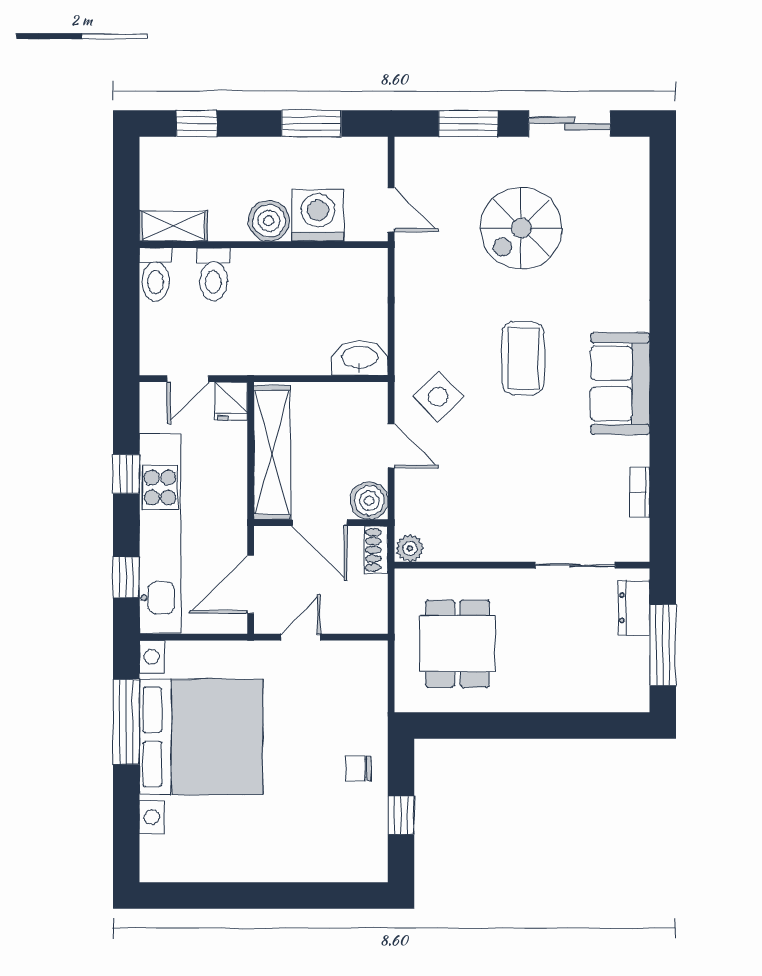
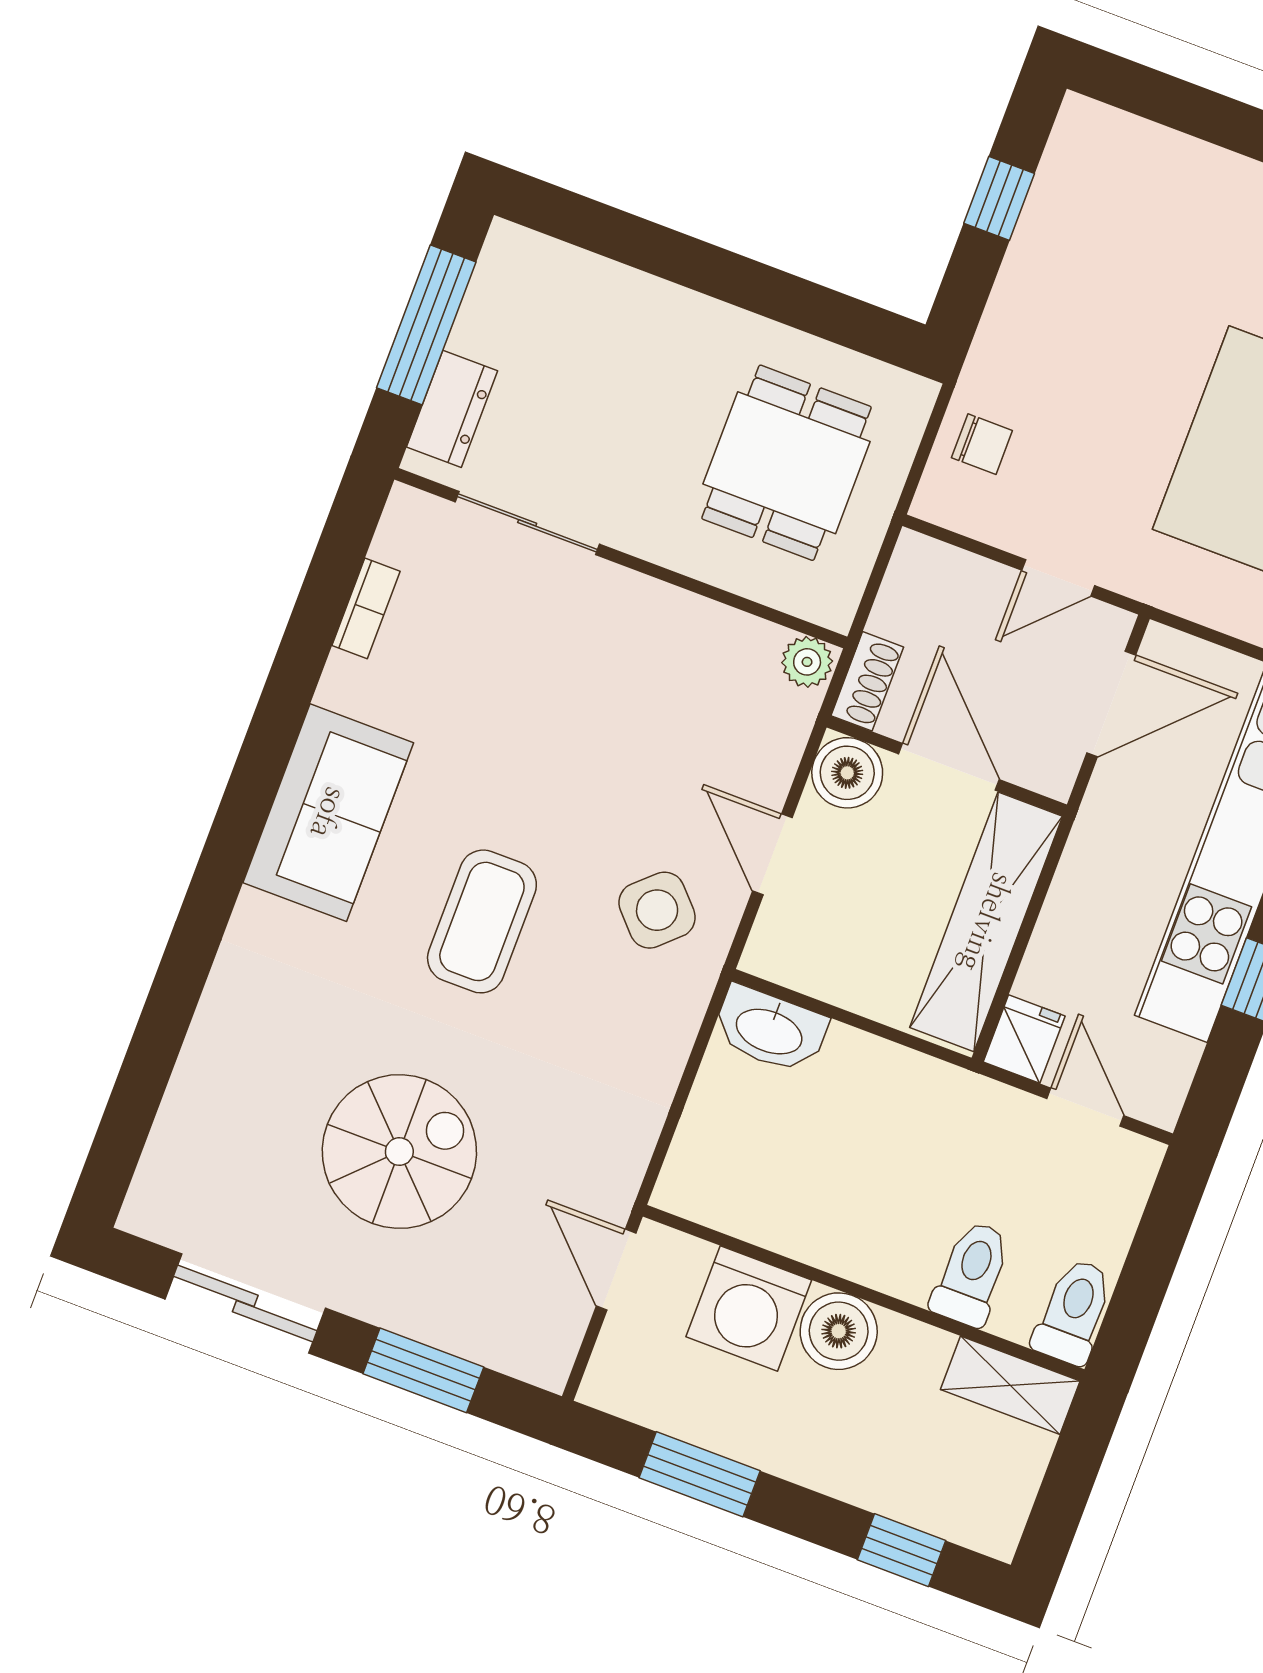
door: (188, 379) -> (1085, 1107), hinge flipped
chair: (358, 768) -> (982, 444), moved

